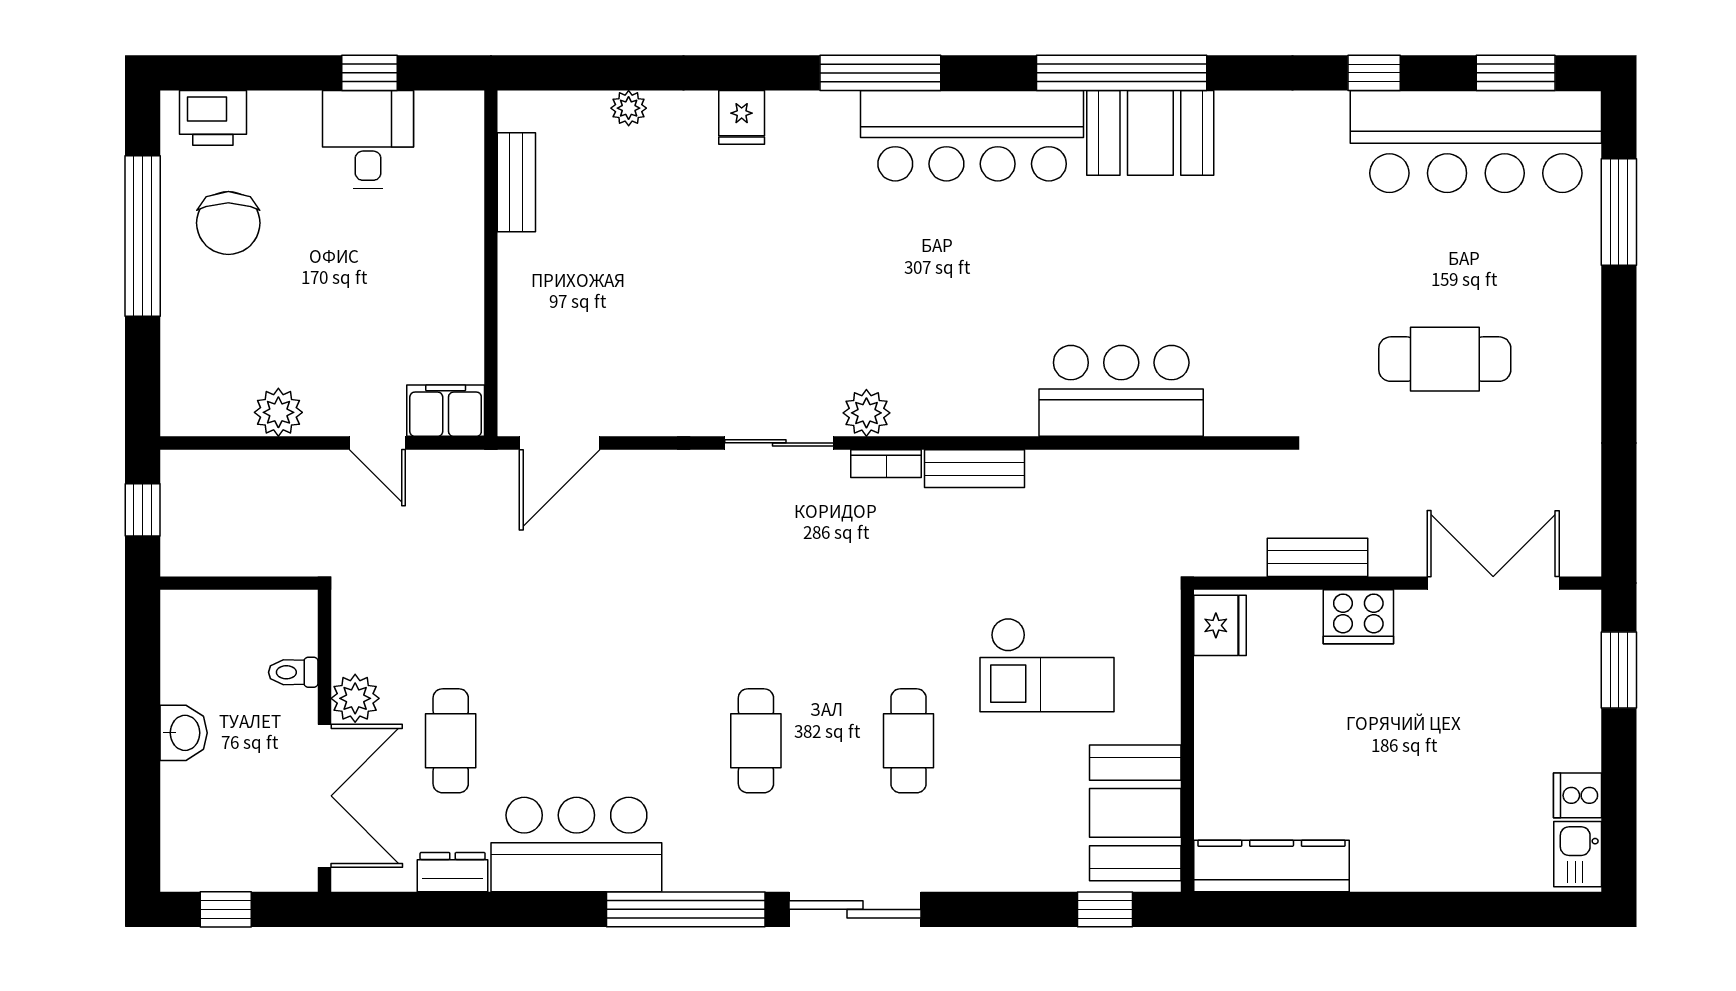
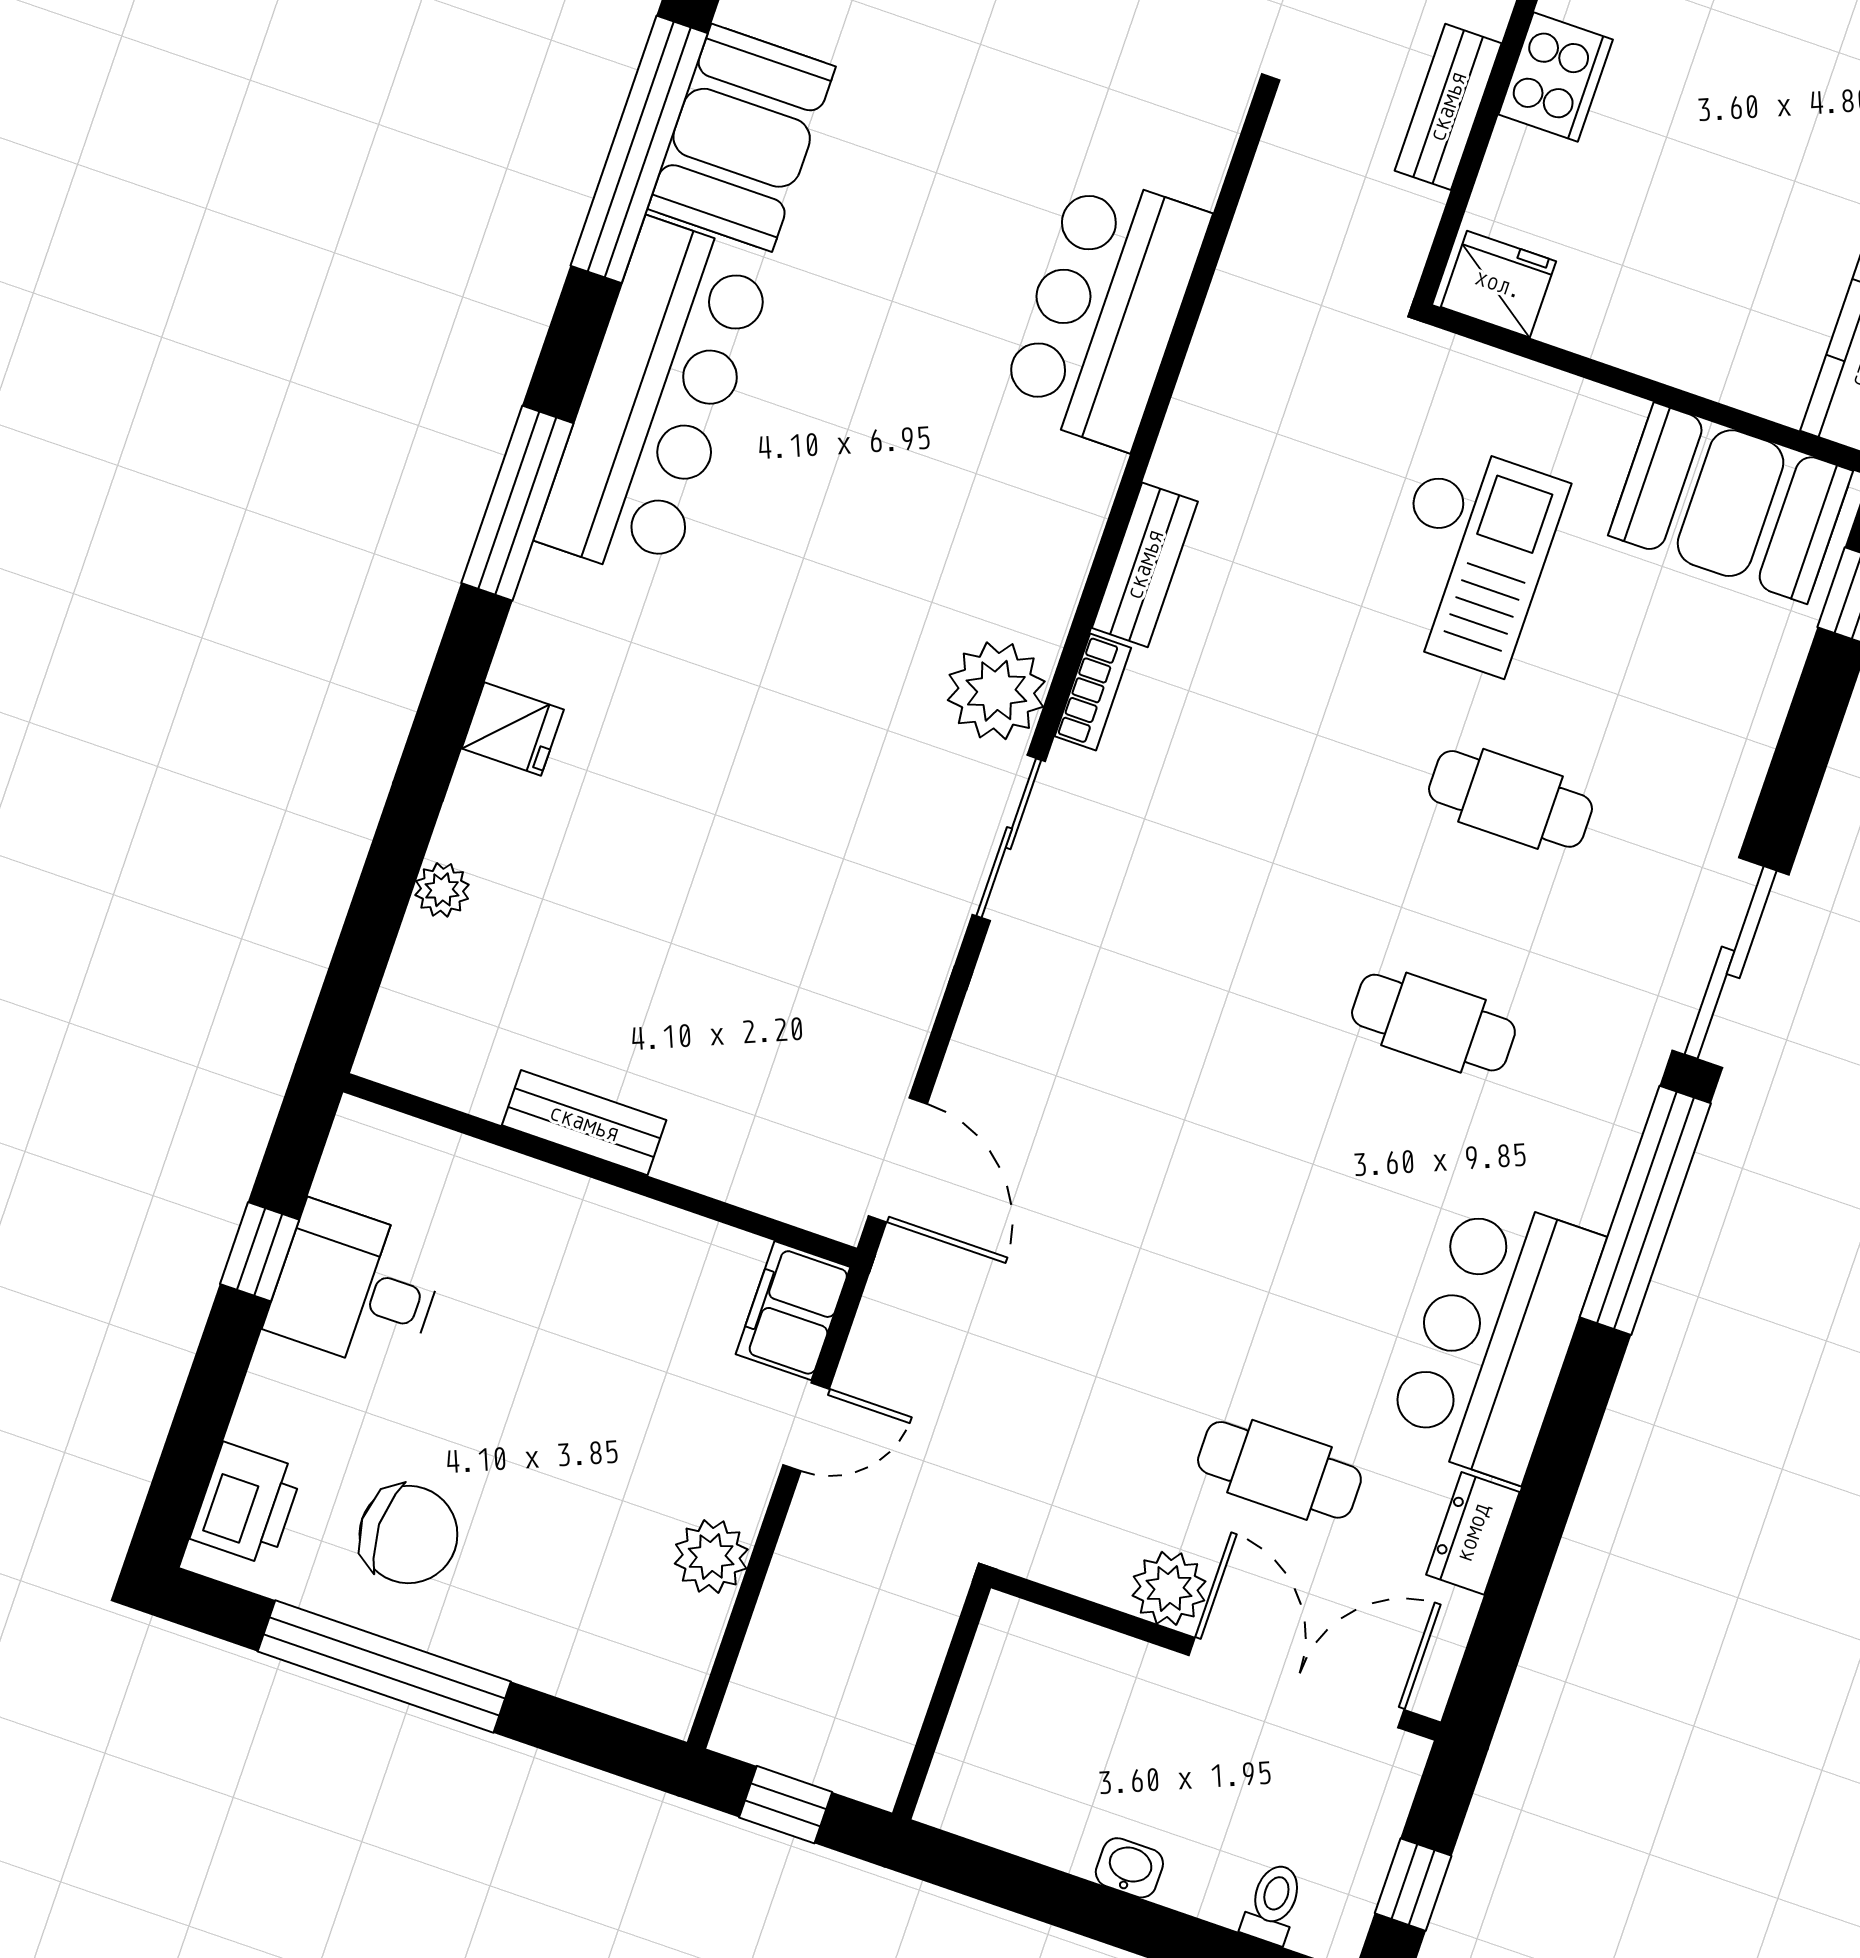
bench: (516, 182) -> (584, 1123), moved
plant: (866, 413) -> (996, 691), width x1.36, depth x1.36
toilet: (293, 672) -> (1273, 1903), moved, turned 180
washbasin: (184, 733) -> (1129, 1868), width x0.72, depth x0.69

